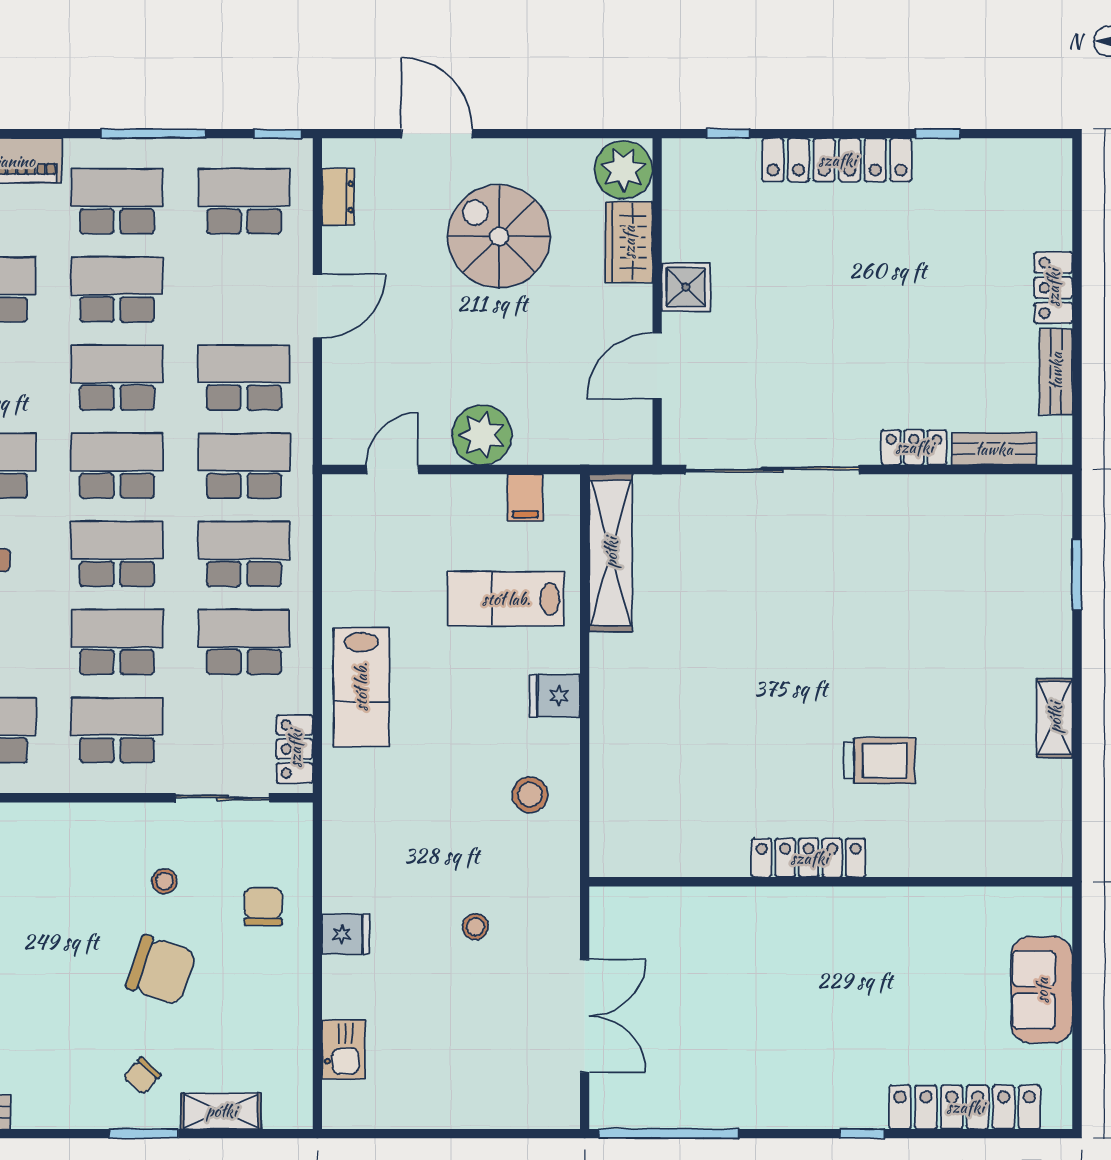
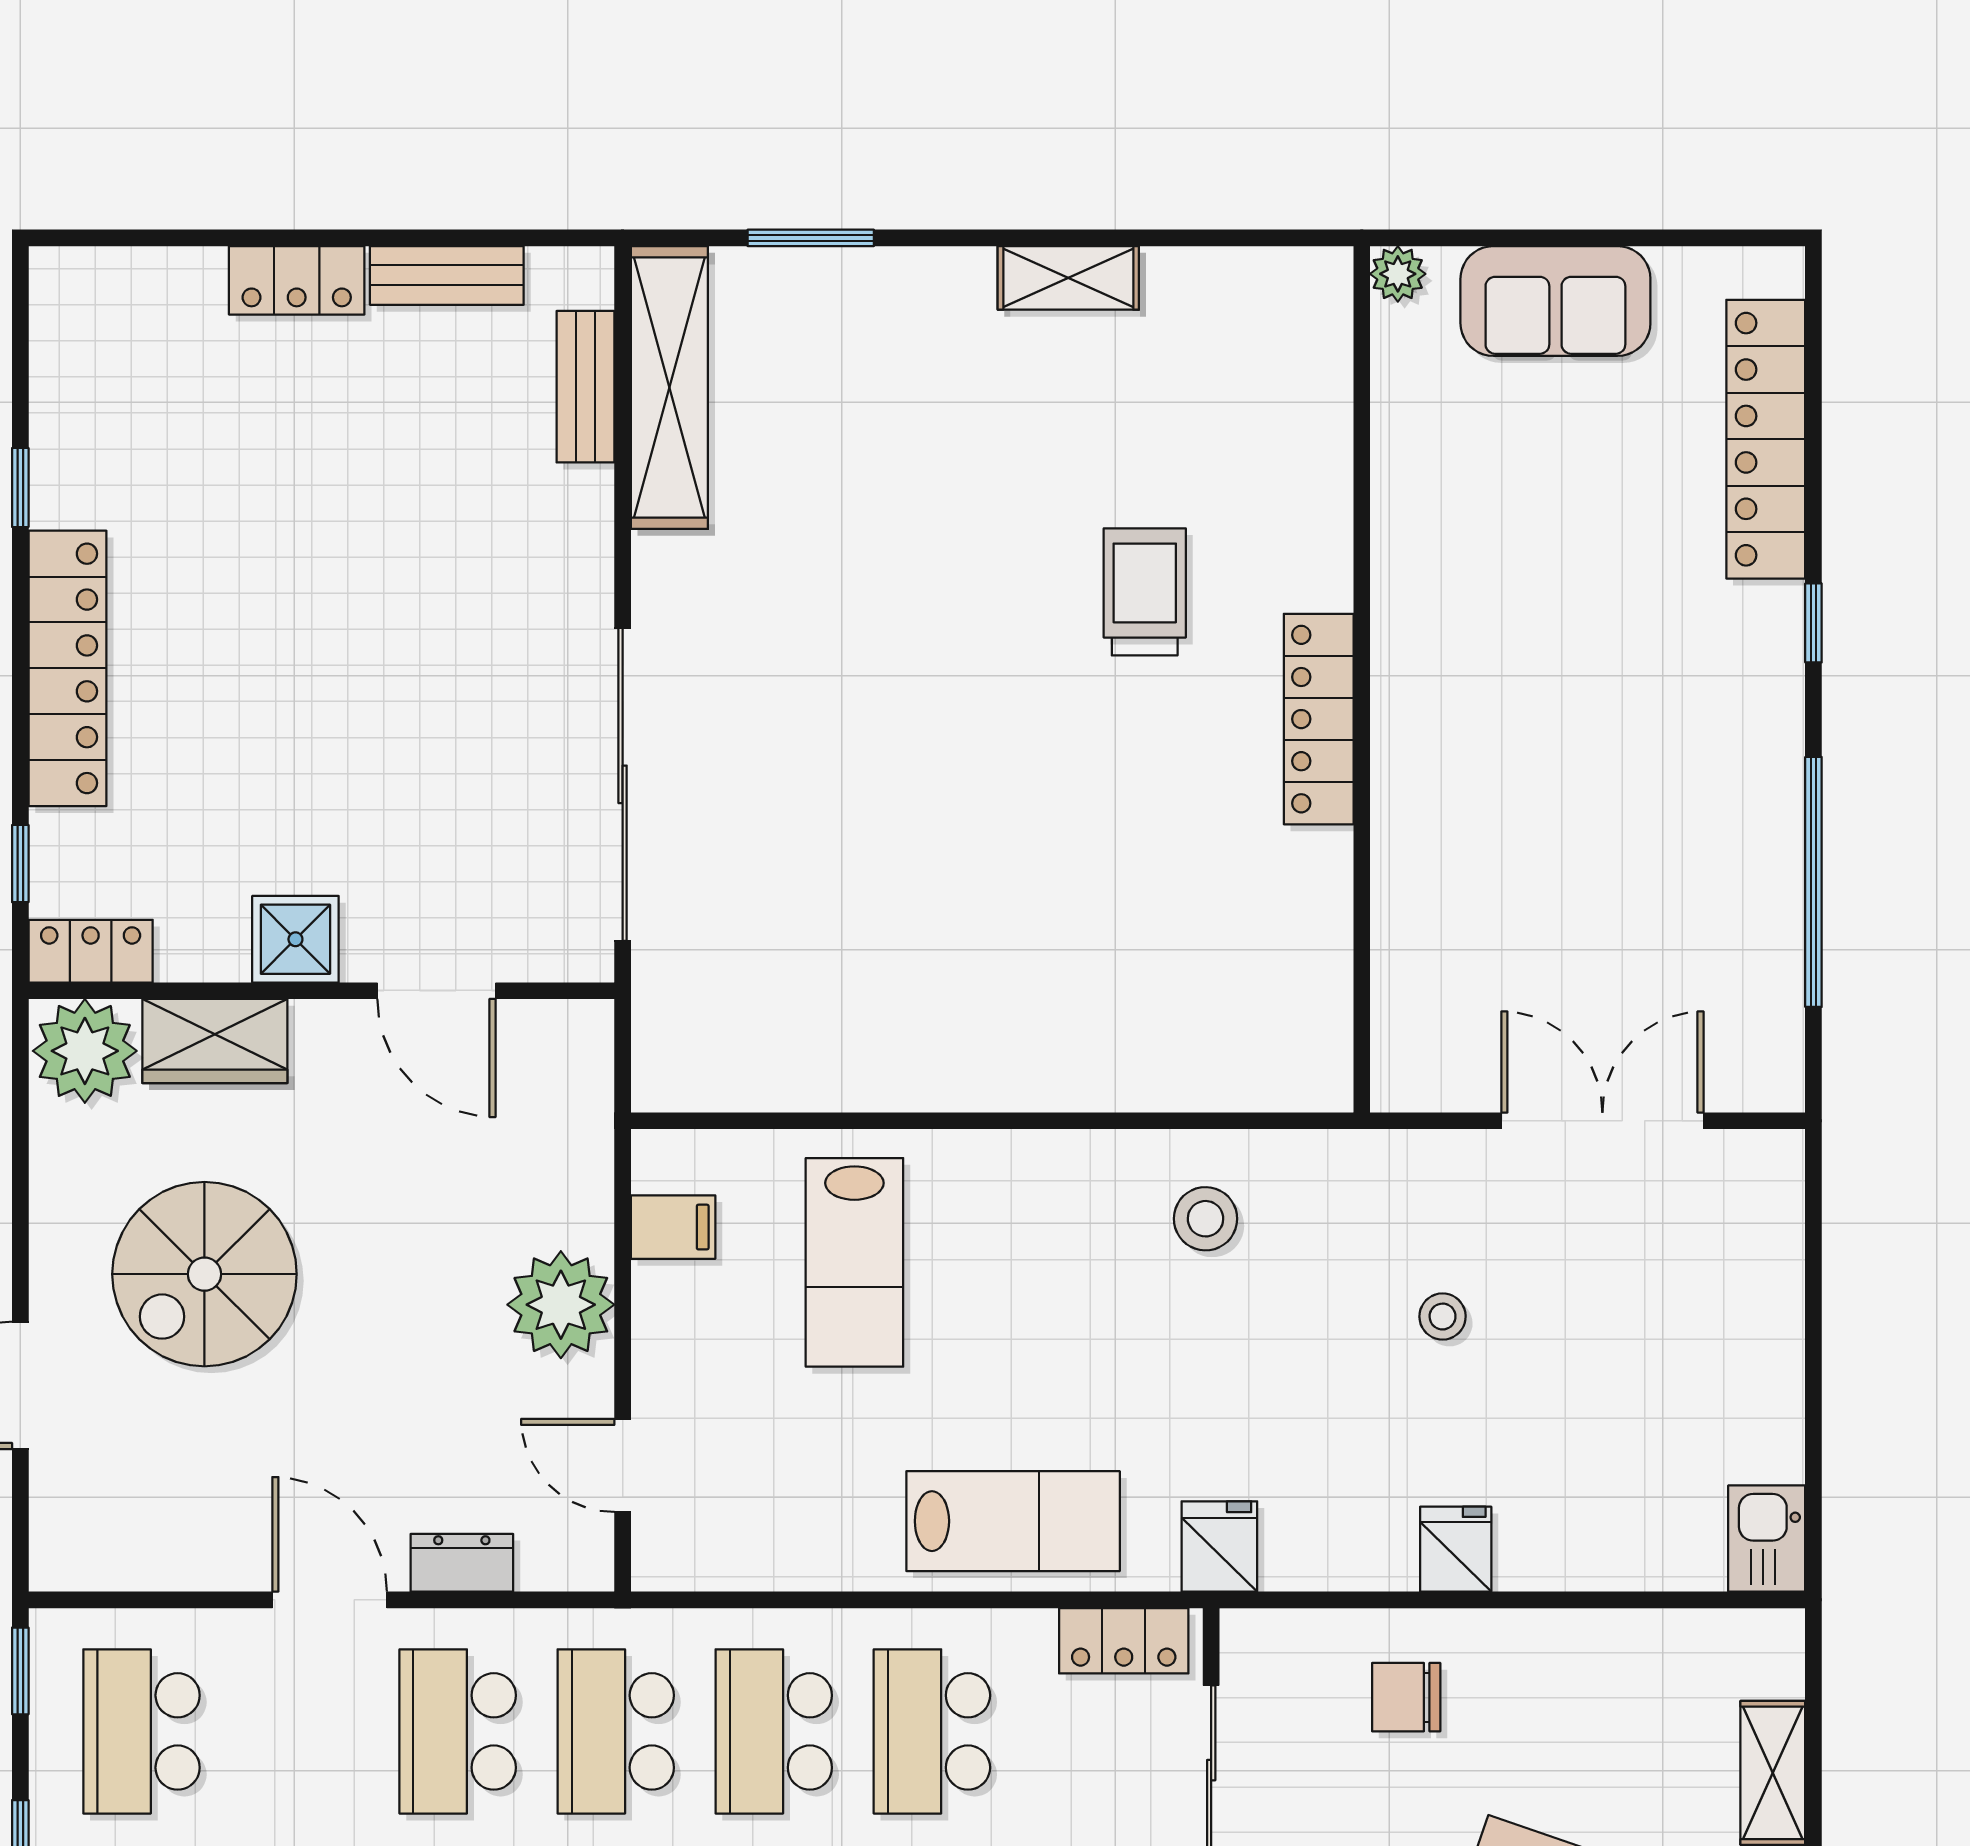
dresser: (338, 197) -> (462, 1563), moved
locker: (914, 447) -> (91, 951), moved, turned 90
shelving: (611, 553) -> (669, 387), moved, turned 90
fridge: (555, 696) -> (1219, 1546), moved, turned 180
plant: (1057, 902) -> (1398, 274), added
kitchen sink: (343, 1049) -> (1767, 1539), moved, turned -90
window: (669, 1134) -> (1813, 882), moved

